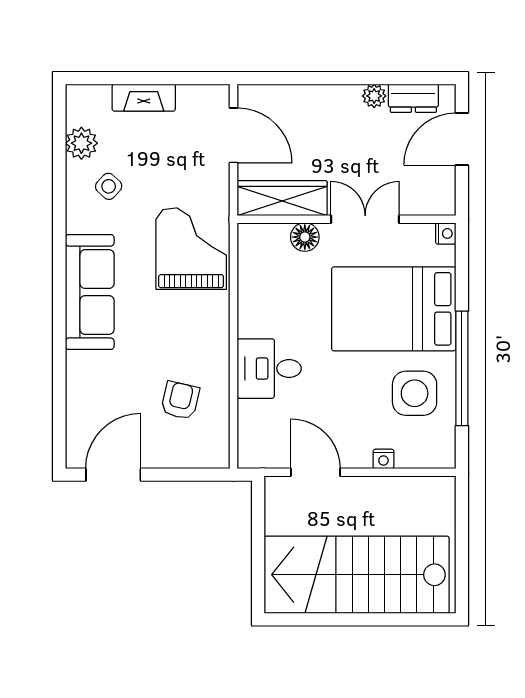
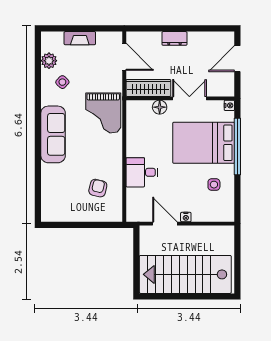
plant: (374, 96) -> (194, 37), removed
dresser: (413, 98) -> (174, 38), moved
grand piano: (191, 249) -> (103, 113), turned 180
window: (462, 368) -> (237, 147), moved
side table: (415, 393) -> (214, 185), width x0.54, depth x0.54
nightstand: (383, 459) -> (186, 217), moved
door: (113, 475) -> (65, 225), removed

